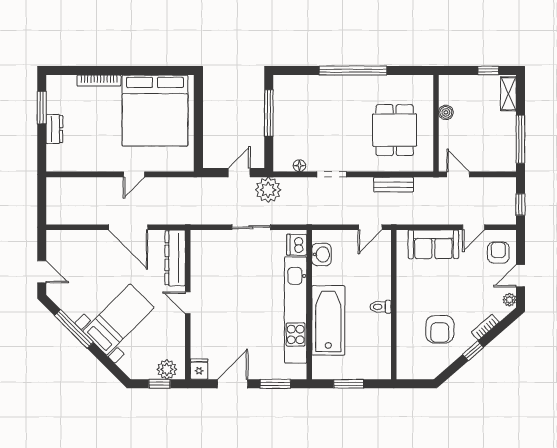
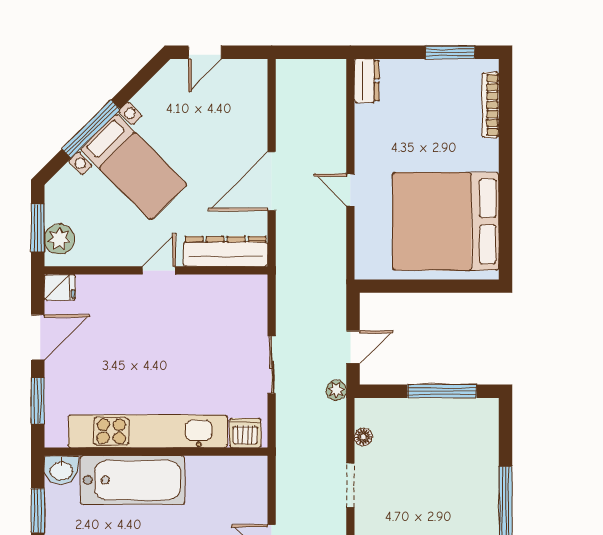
bookcase: (99, 81) -> (491, 105), moved
dresser: (54, 129) -> (367, 81), moved, turned -90
door: (239, 173) -> (353, 347), hinge flipped
plant: (268, 190) -> (336, 390), width x0.53, depth x0.53
washbasin: (322, 254) -> (61, 470), moved
window: (74, 329) -> (91, 129), moved
window: (159, 384) -> (38, 228), width x1.50
door: (233, 384) -> (38, 337), hinge flipped

